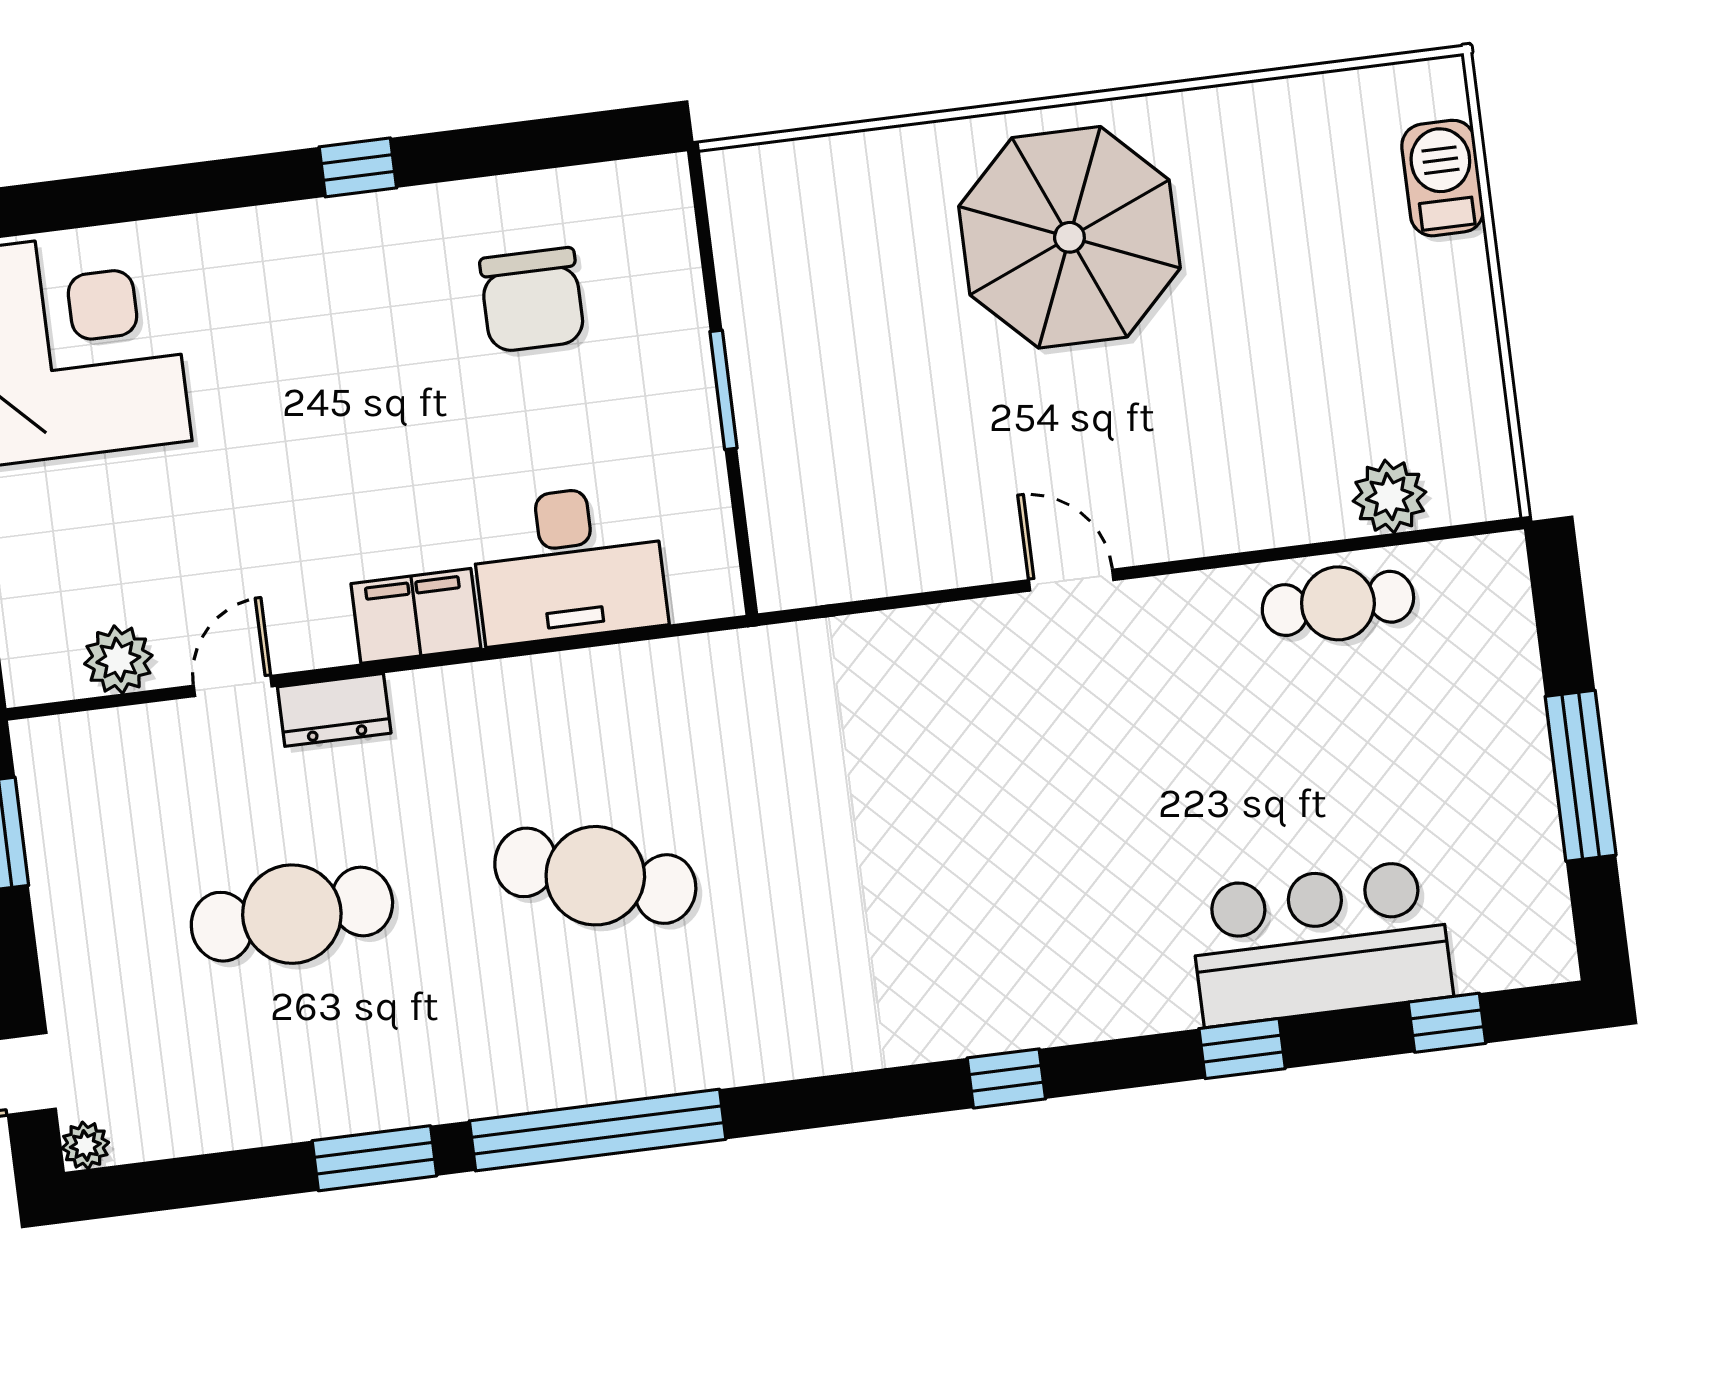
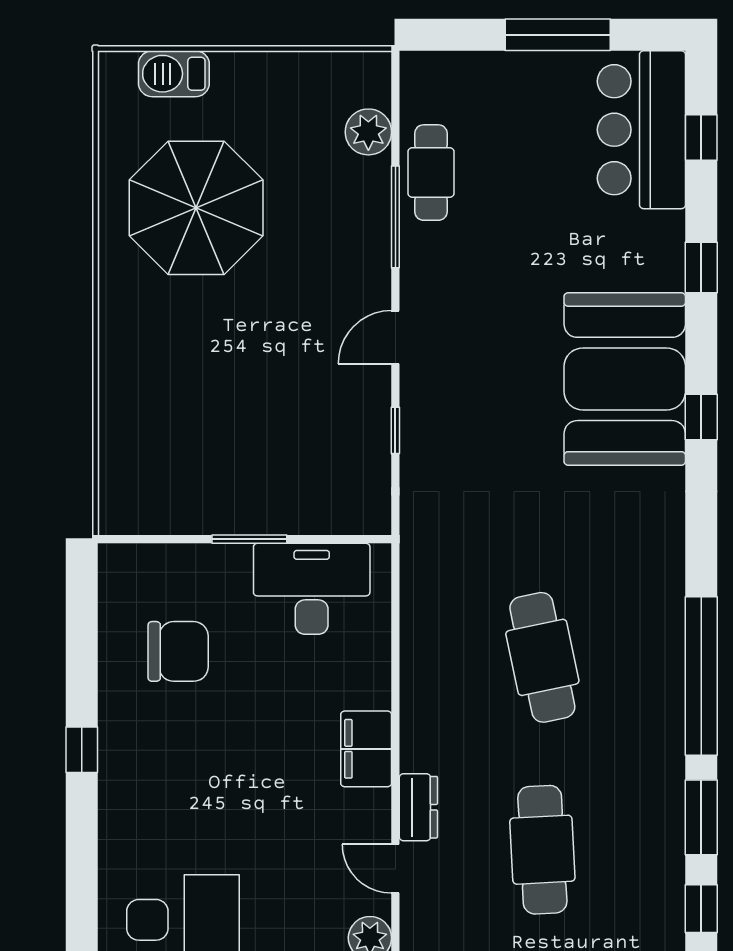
parasol: (1069, 237) -> (196, 208), moved
window: (1261, 556) -> (395, 217), added
desk: (569, 564) -> (312, 589), moved, turned -90
window: (924, 599) -> (395, 430), added
cafe table: (595, 876) -> (542, 657), turned -30
bar counter: (1320, 943) -> (641, 130), moved
booth: (1051, 950) -> (625, 379), added
window: (231, 1176) -> (701, 909), added

